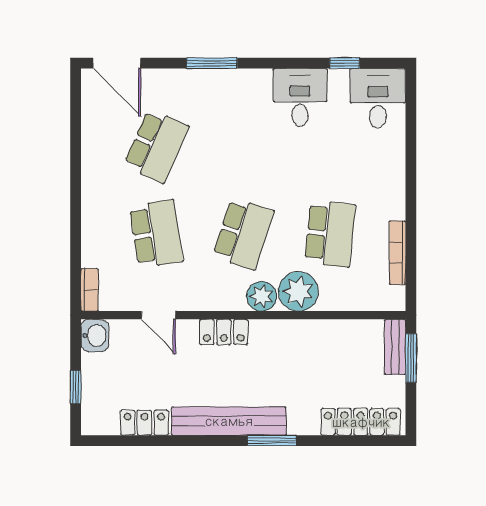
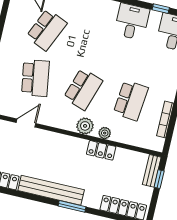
plant: (298, 291) -> (105, 133), width x0.53, depth x0.53
door: (159, 315) -> (26, 123), swing flipped
locker: (224, 332) -> (101, 150), moved
window: (411, 358) -> (159, 179), width x0.67

